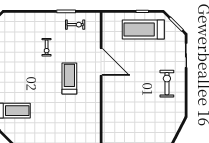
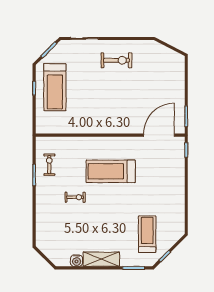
door: (101, 62) -> (159, 135), moved
treadmill: (69, 79) -> (111, 171), width x1.37, depth x1.38
exercise bike: (167, 84) -> (116, 60), turned 180

